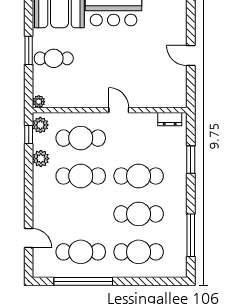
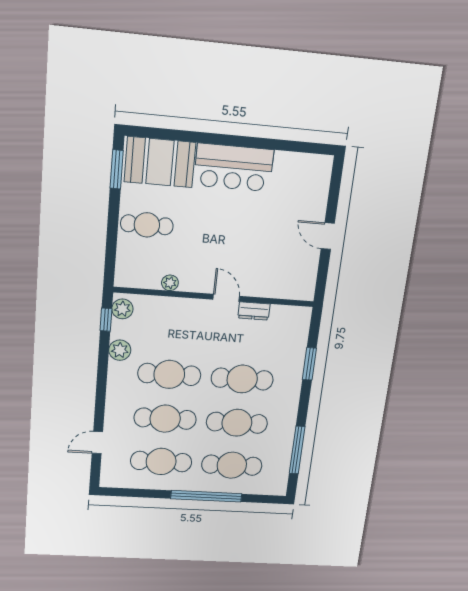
window: (29, 50) -> (117, 169), moved
plant: (39, 102) -> (170, 283), moved
dresser: (170, 119) -> (254, 311), moved
cafe table: (81, 138) -> (165, 419), moved
door: (29, 238) -> (97, 443), swing flipped
window: (83, 281) -> (206, 496), moved

